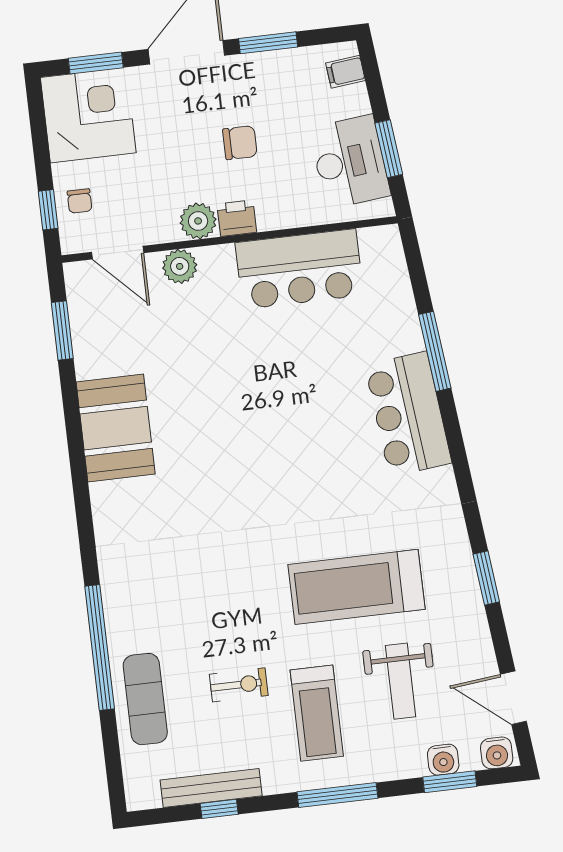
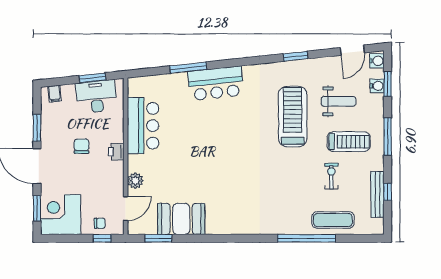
plant: (198, 221) -> (115, 170), removed
booth: (116, 428) -> (181, 219), moved
treadmill: (356, 587) -> (293, 117), turned 180

